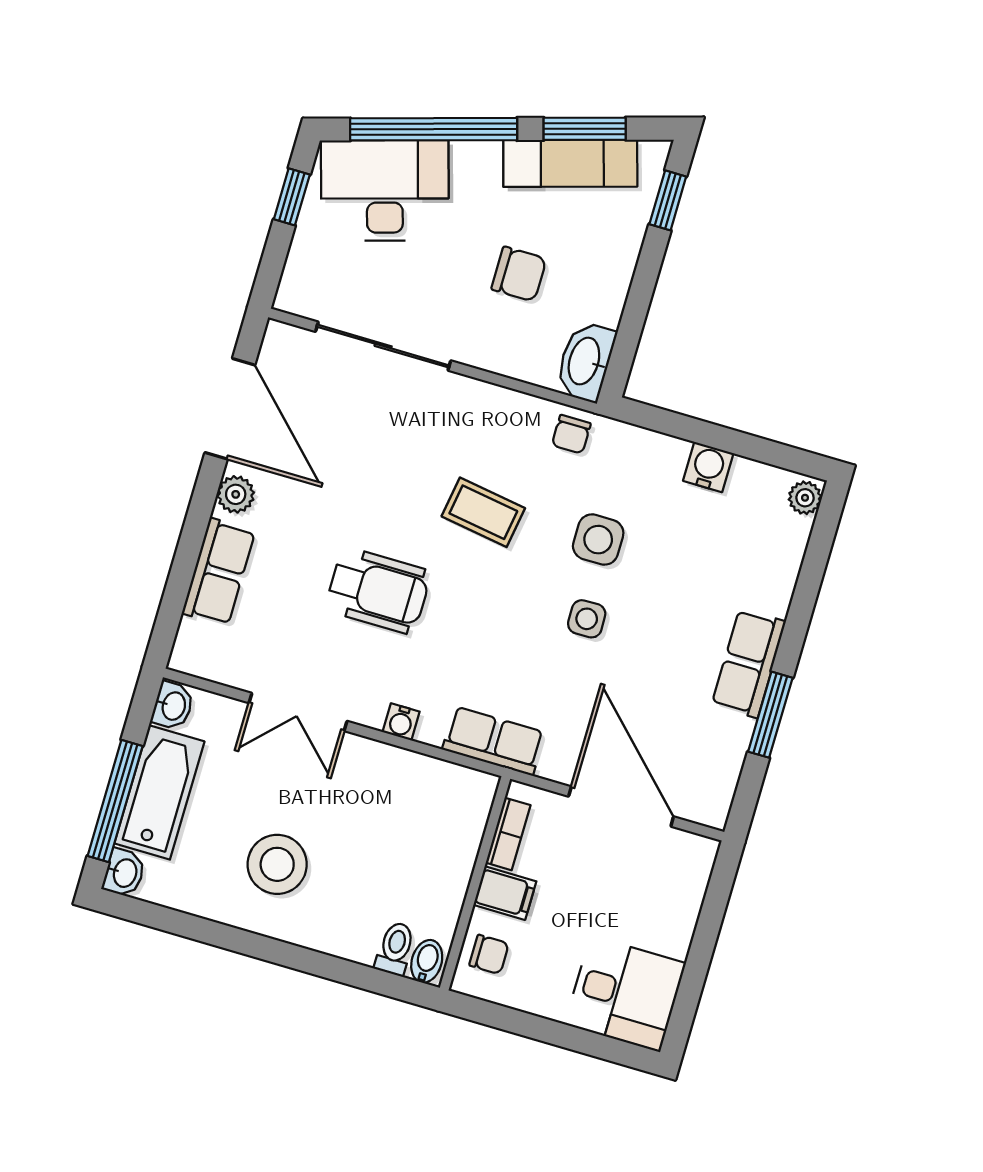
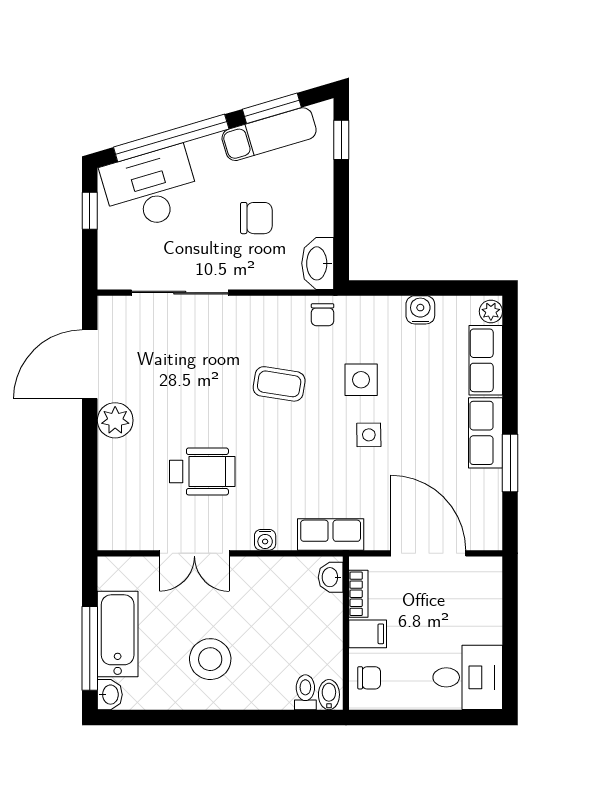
door: (230, 409) -> (90, 364), swing flipped
plant: (236, 494) -> (115, 420), width x1.38, depth x1.38
row of seats: (219, 572) -> (486, 360), moved, turned 180
wheelchair: (378, 591) -> (202, 471), moved
washbasin: (173, 706) -> (331, 577), moved, turned 180

